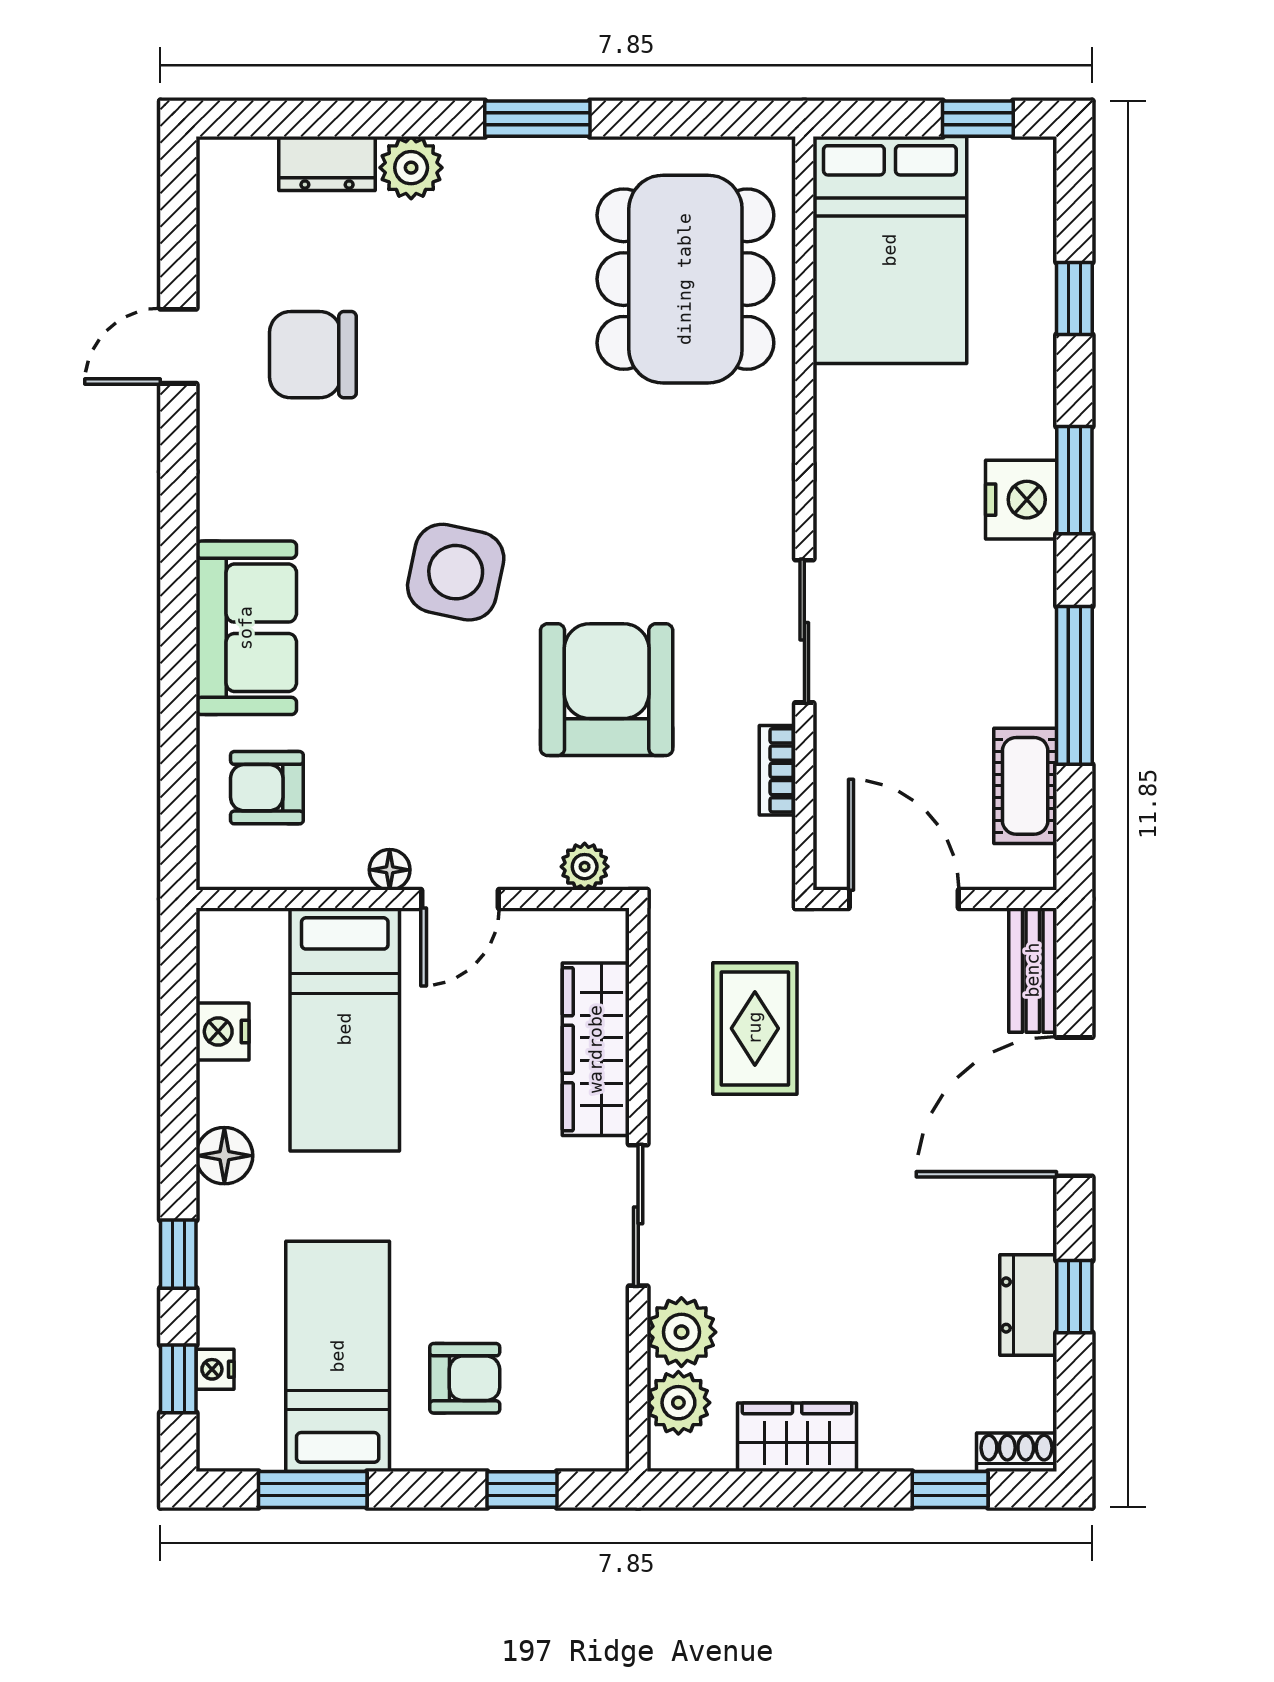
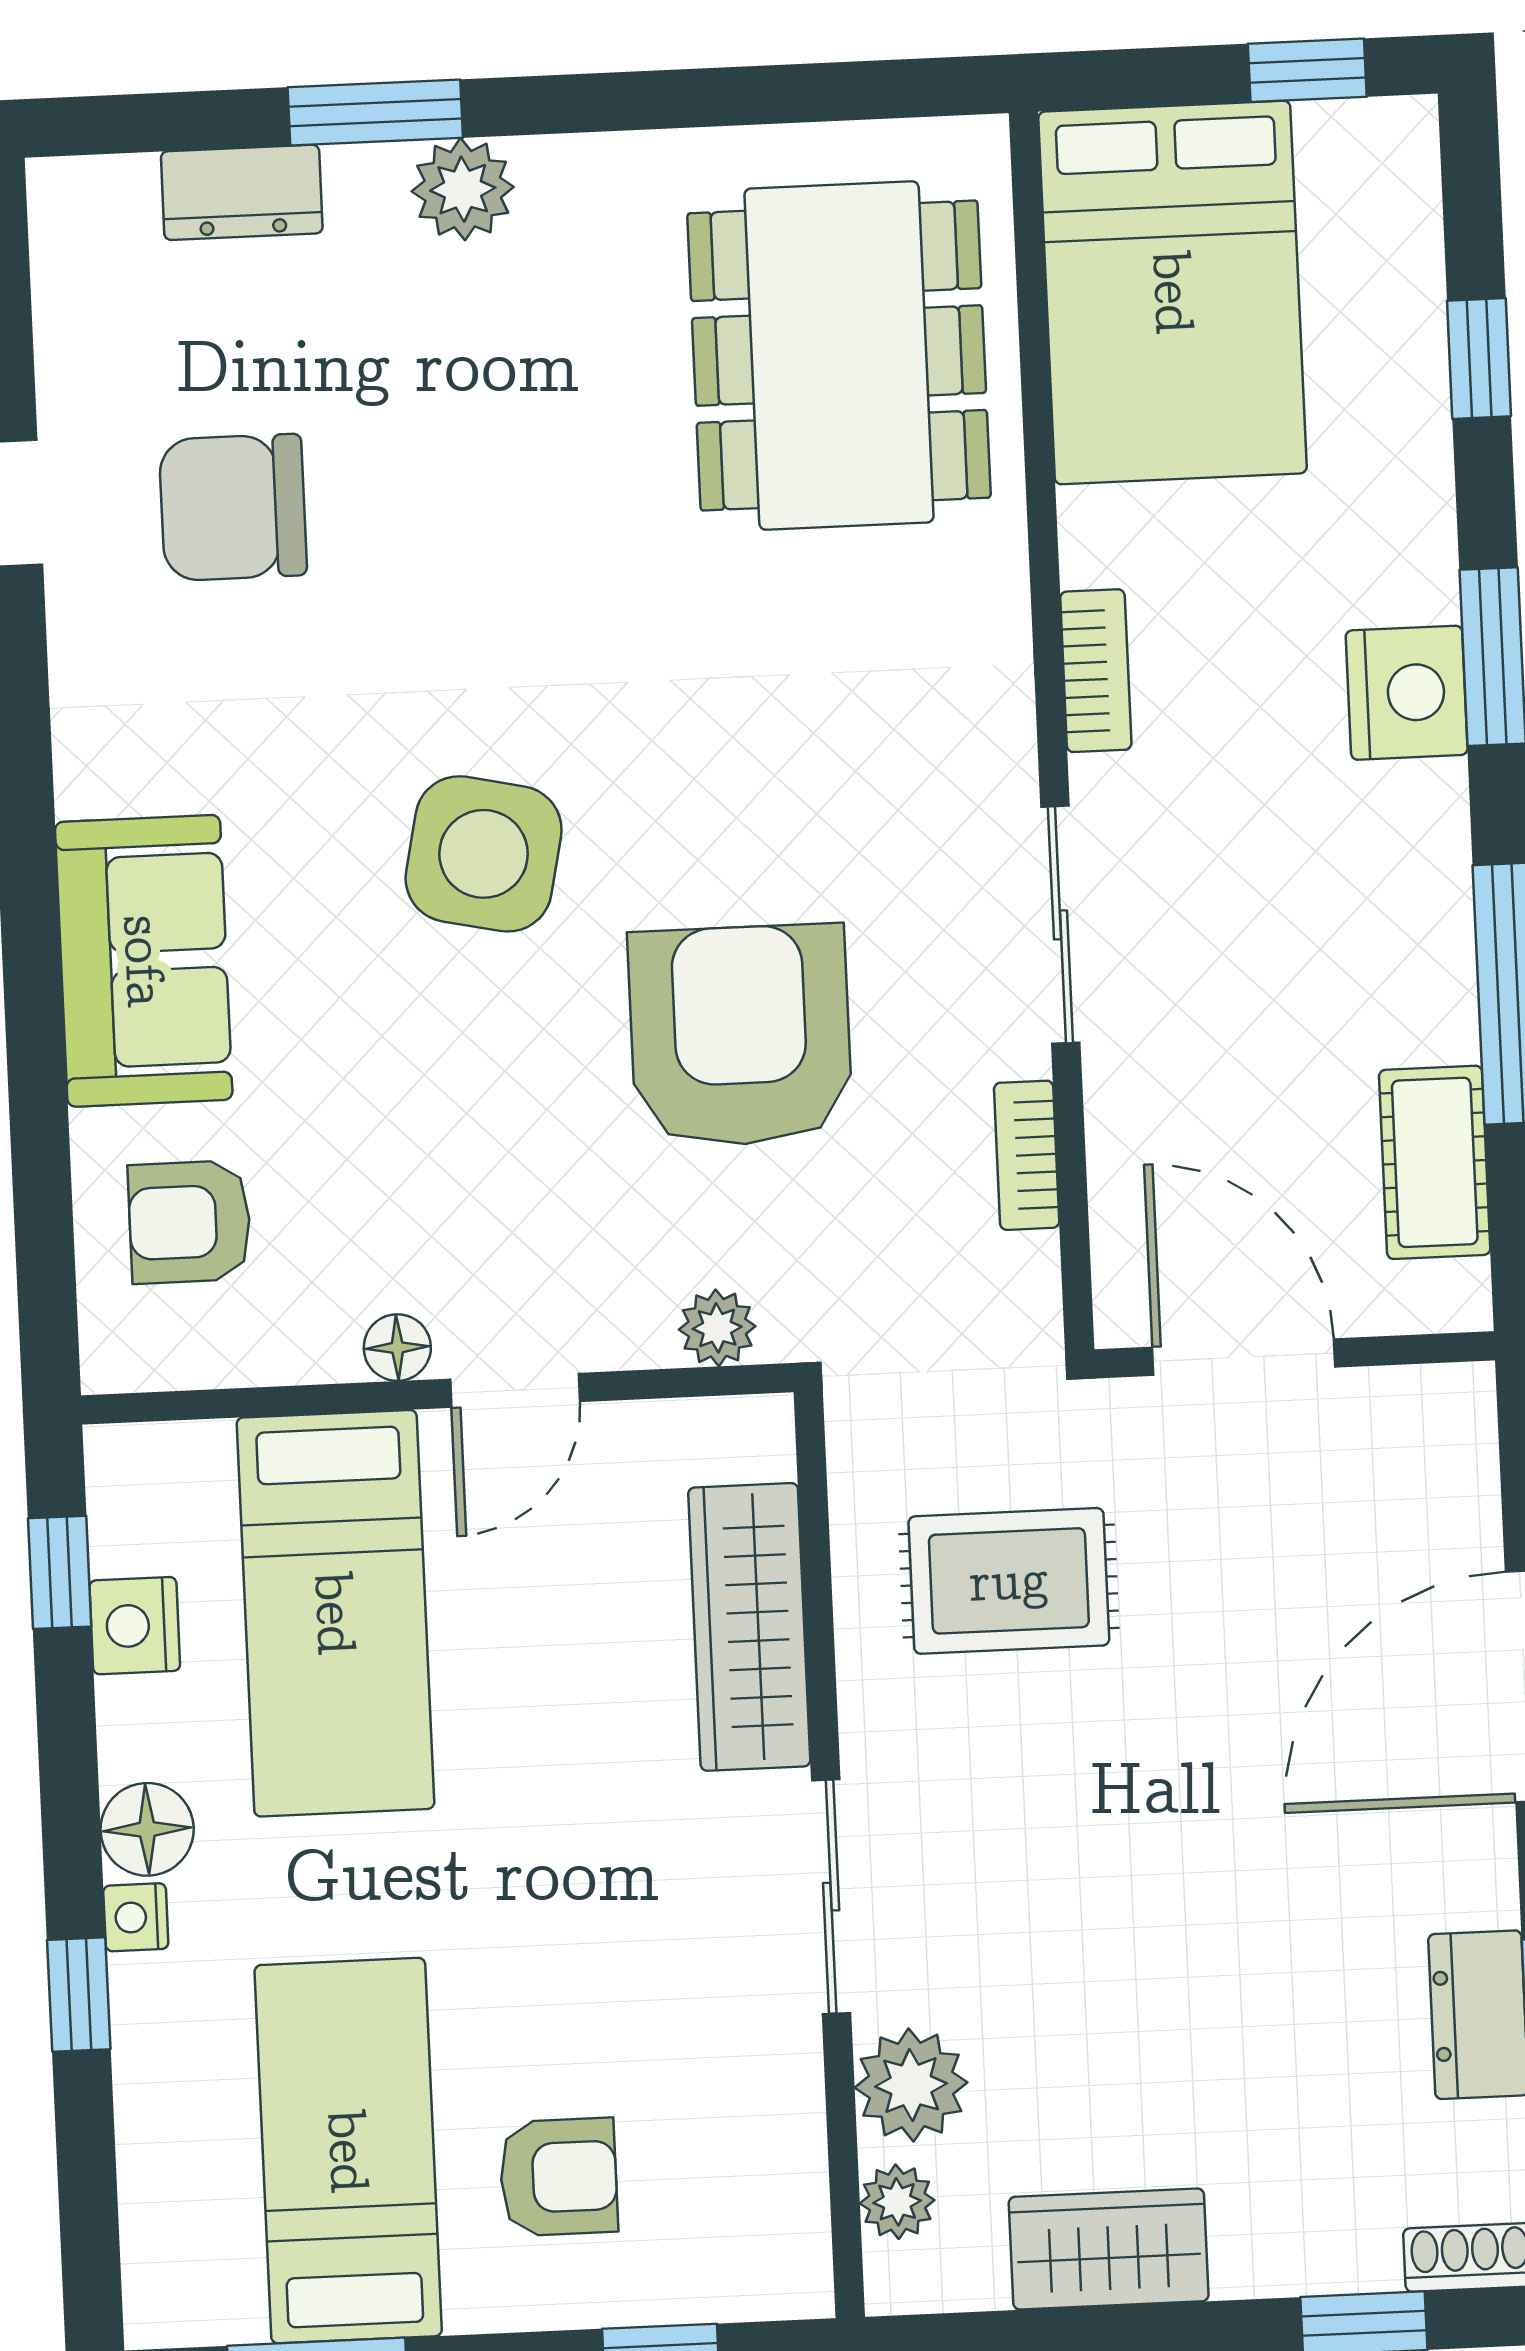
window: (537, 119) -> (375, 113), moved
plant: (411, 168) -> (463, 189), moved
bookcase: (833, 478) -> (1096, 671), added
bench: (1033, 970) -> (1461, 1464), removed
rug: (755, 1028) -> (1009, 1581), turned 90
nightstand: (215, 1369) -> (136, 1917), moved
window: (178, 1379) -> (60, 1572), moved
plant: (678, 1403) -> (897, 2202), width x0.73, depth x0.73

